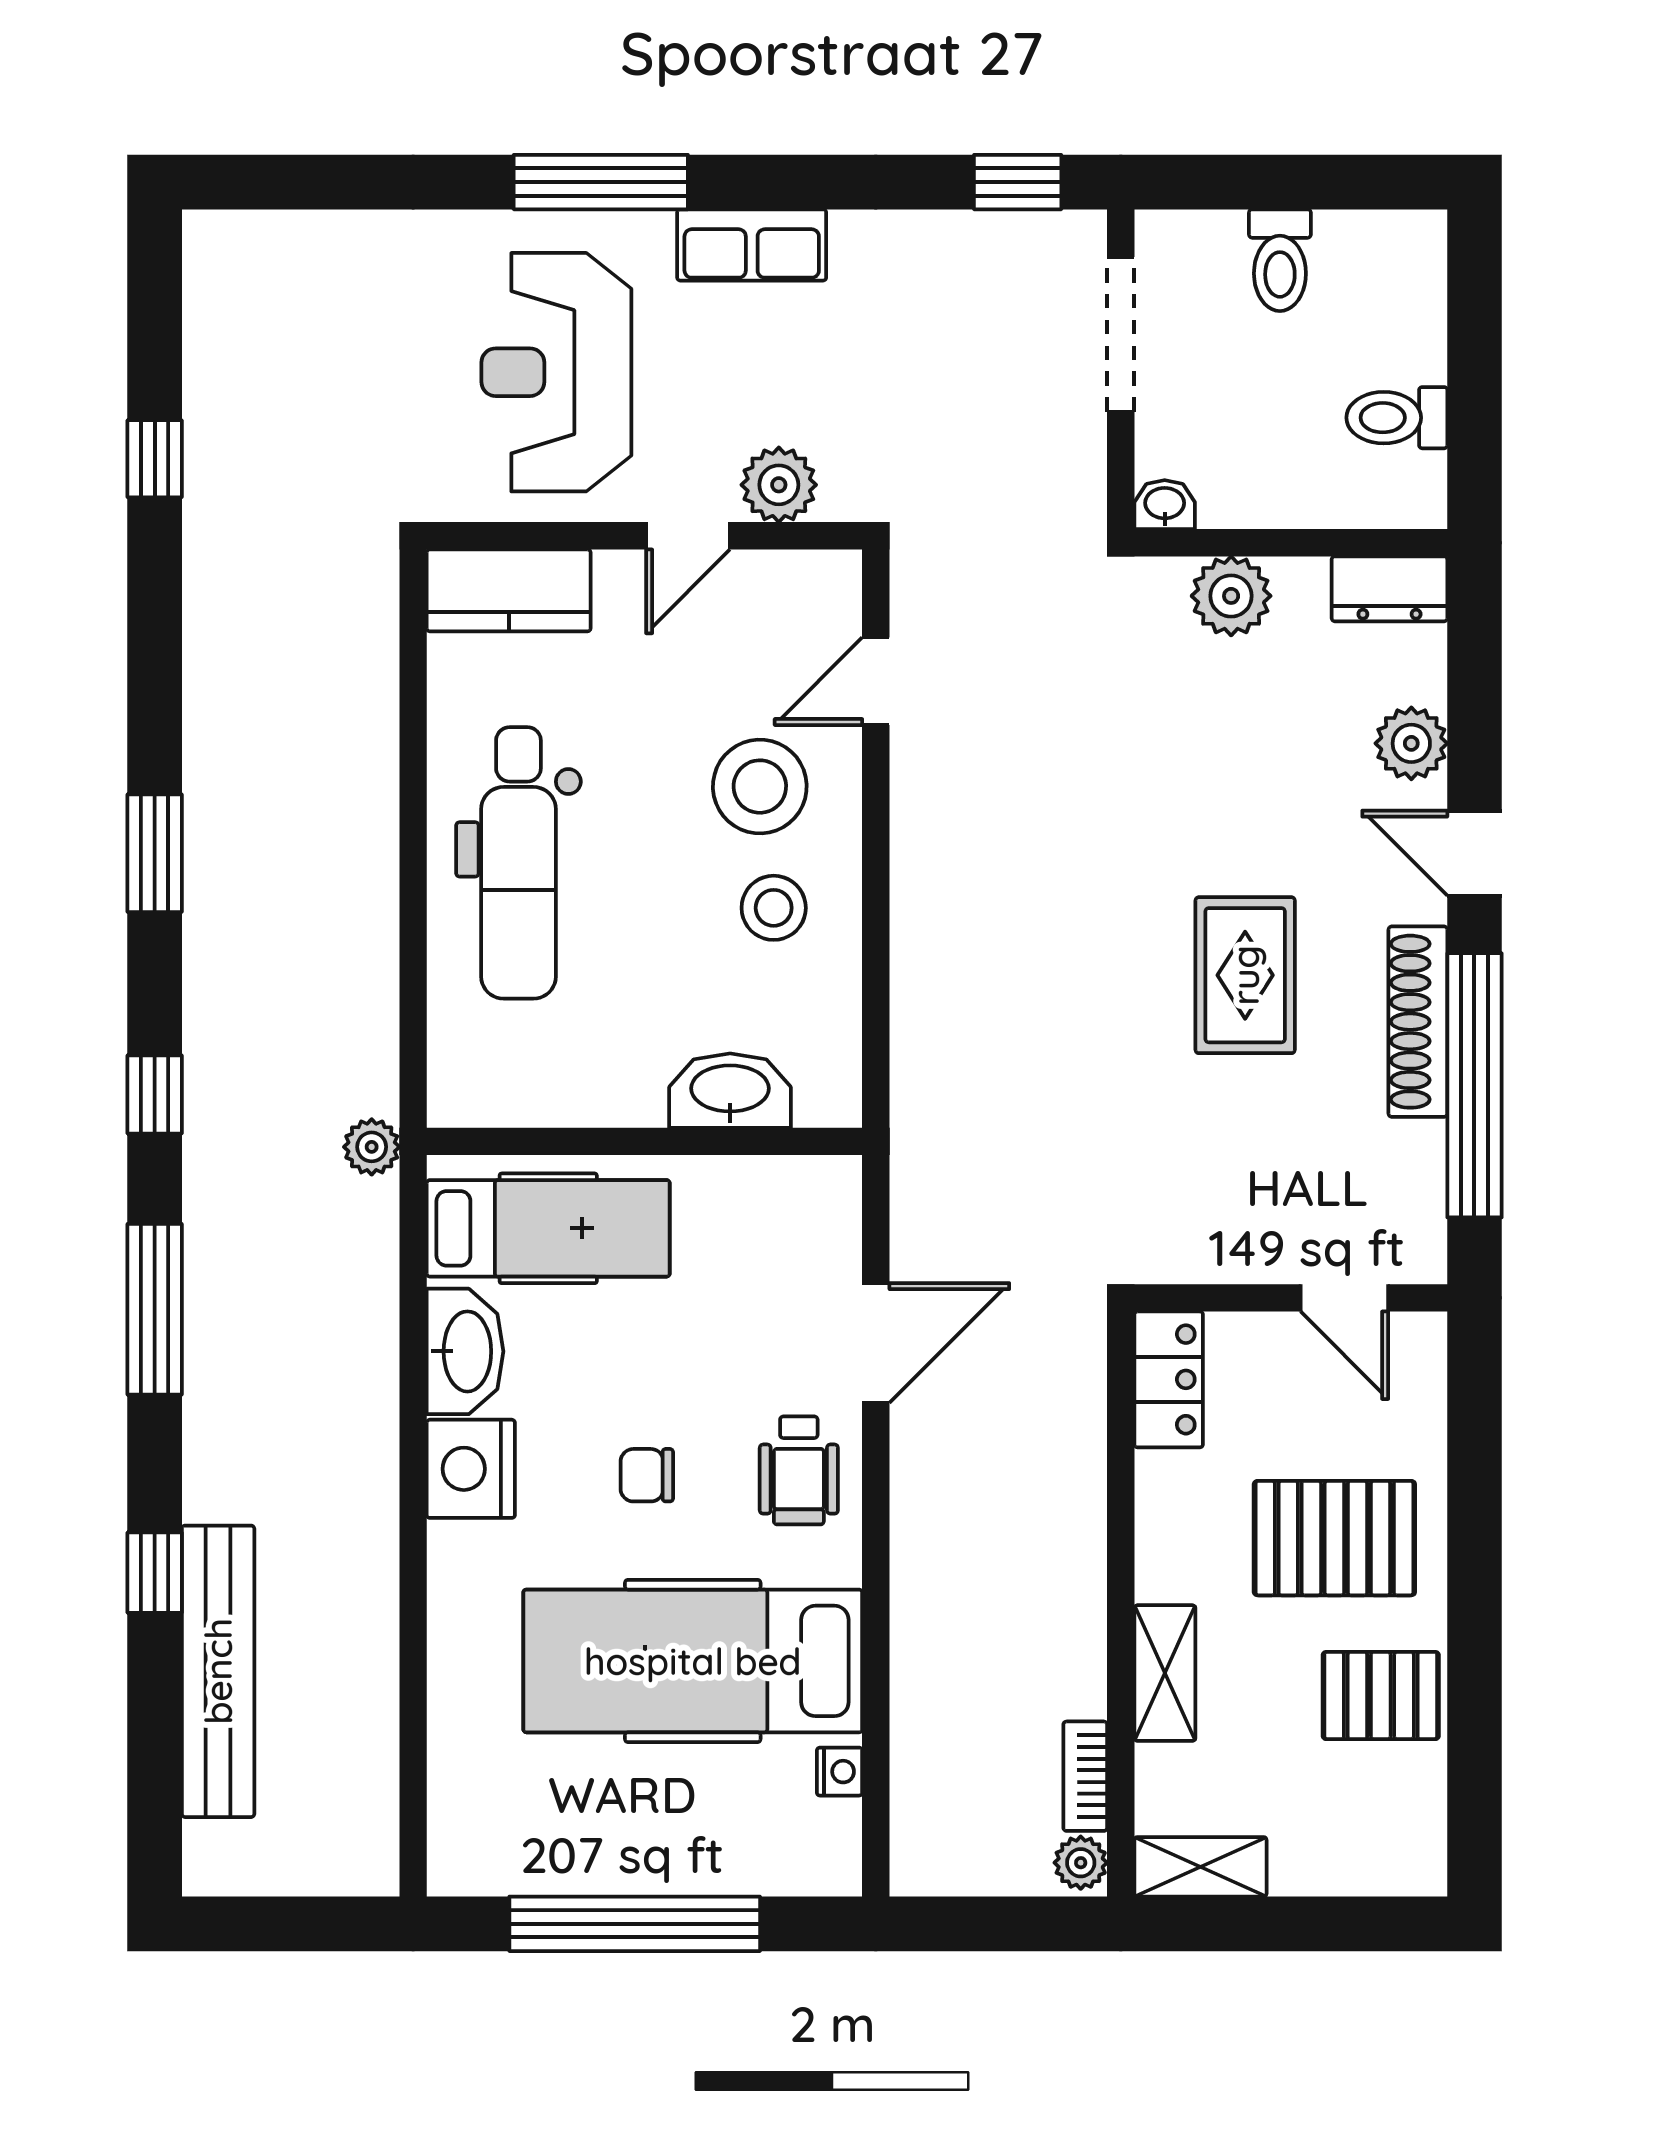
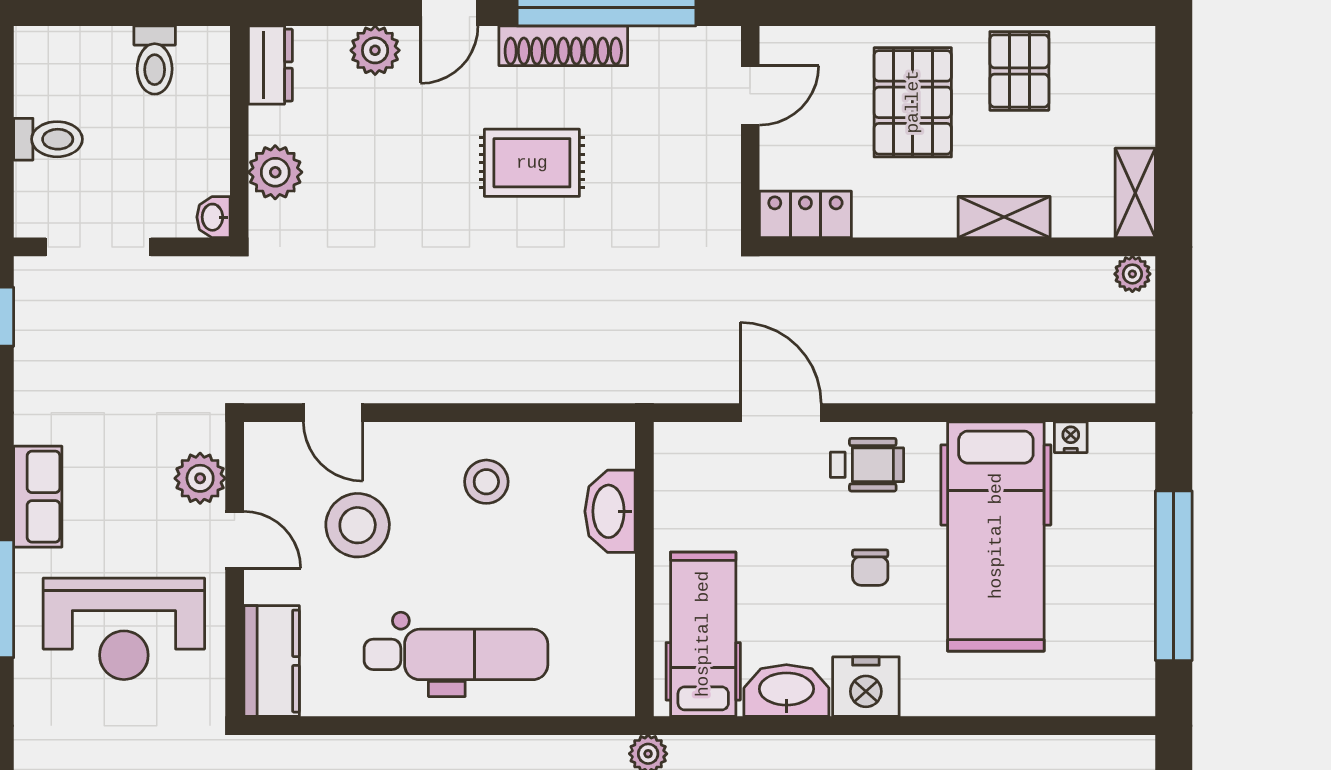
stool: (760, 787) -> (358, 525), moved
bookcase: (1085, 1776) -> (1074, 271), removed

